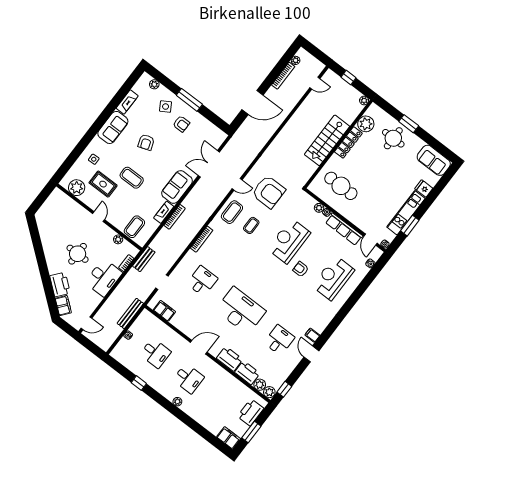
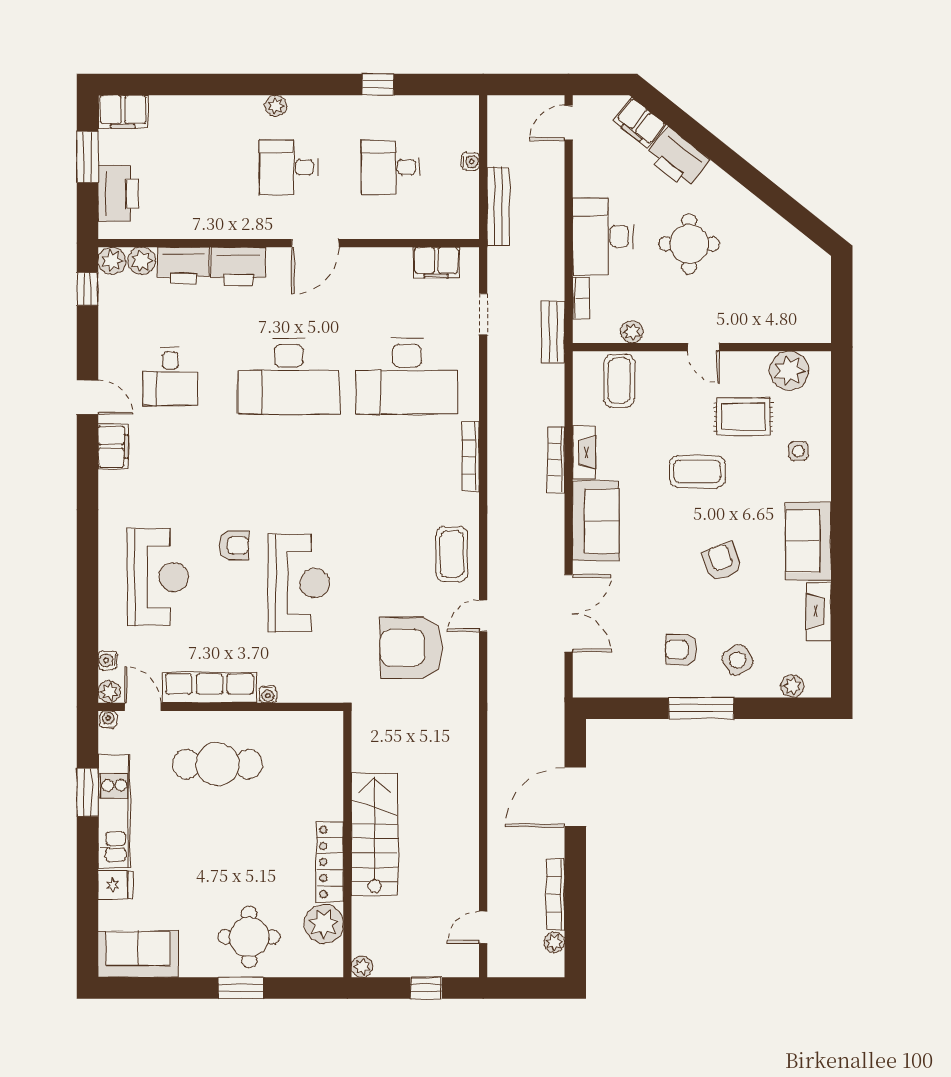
cafe table: (341, 186) -> (218, 764), moved
plant: (319, 208) -> (109, 692), moved
coffee table: (251, 225) -> (395, 557), removed
desk: (202, 281) -> (407, 376), width x1.87, depth x1.30
filing cabinet: (312, 335) -> (113, 447), width x2.00

